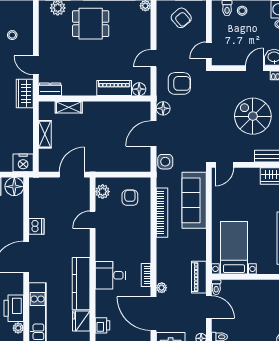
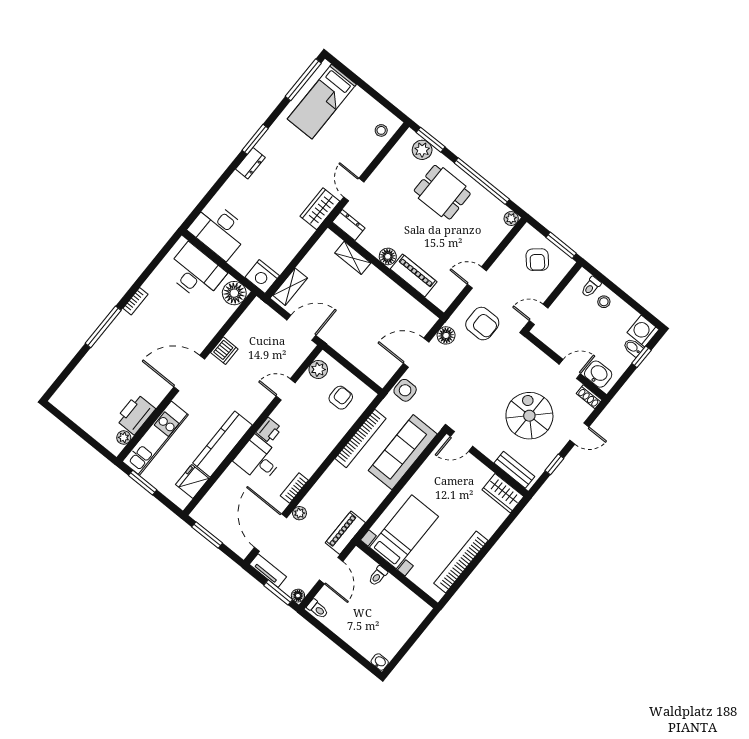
stool: (12, 35) -> (381, 130), moved
floor lamp: (139, 89) -> (388, 256), moved
shelving: (45, 134) -> (290, 287), moved
toilet: (216, 287) -> (378, 576), moved
printer: (102, 325) -> (269, 430), moved

